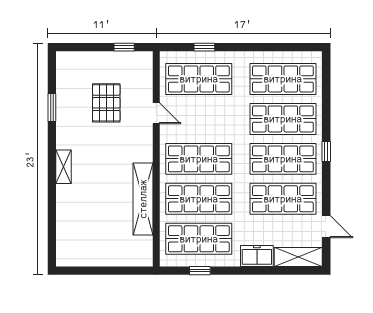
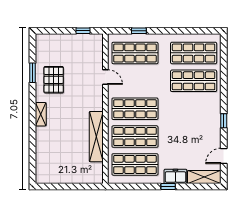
pallet: (106, 103) -> (54, 80), moved
window: (326, 151) -> (224, 121), moved
shop shelf: (283, 159) -> (194, 109), removed
shop shelf: (283, 199) -> (194, 137), removed
door: (326, 227) -> (224, 156), swing flipped
window: (200, 271) -> (168, 187), moved

